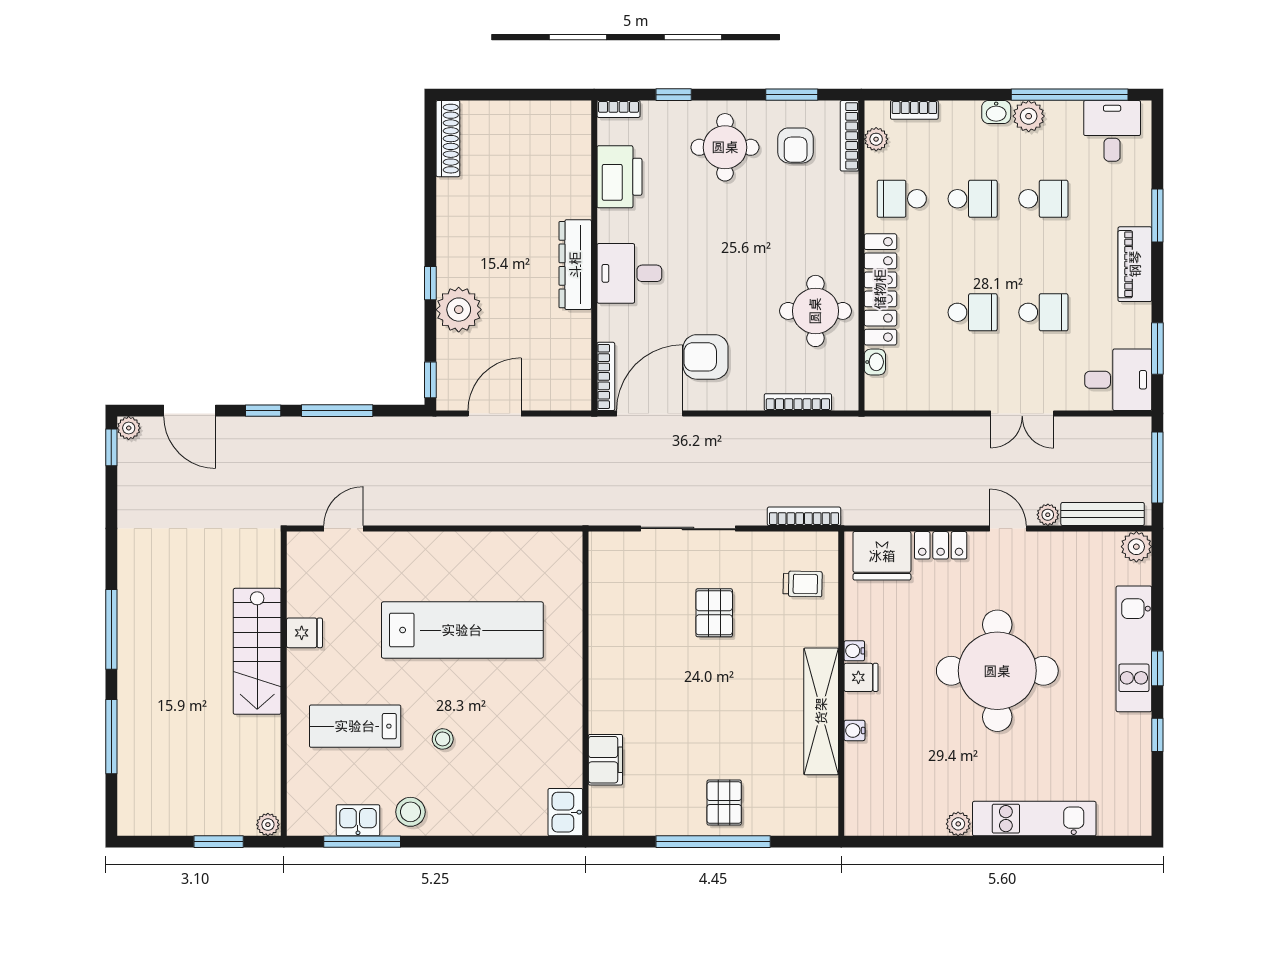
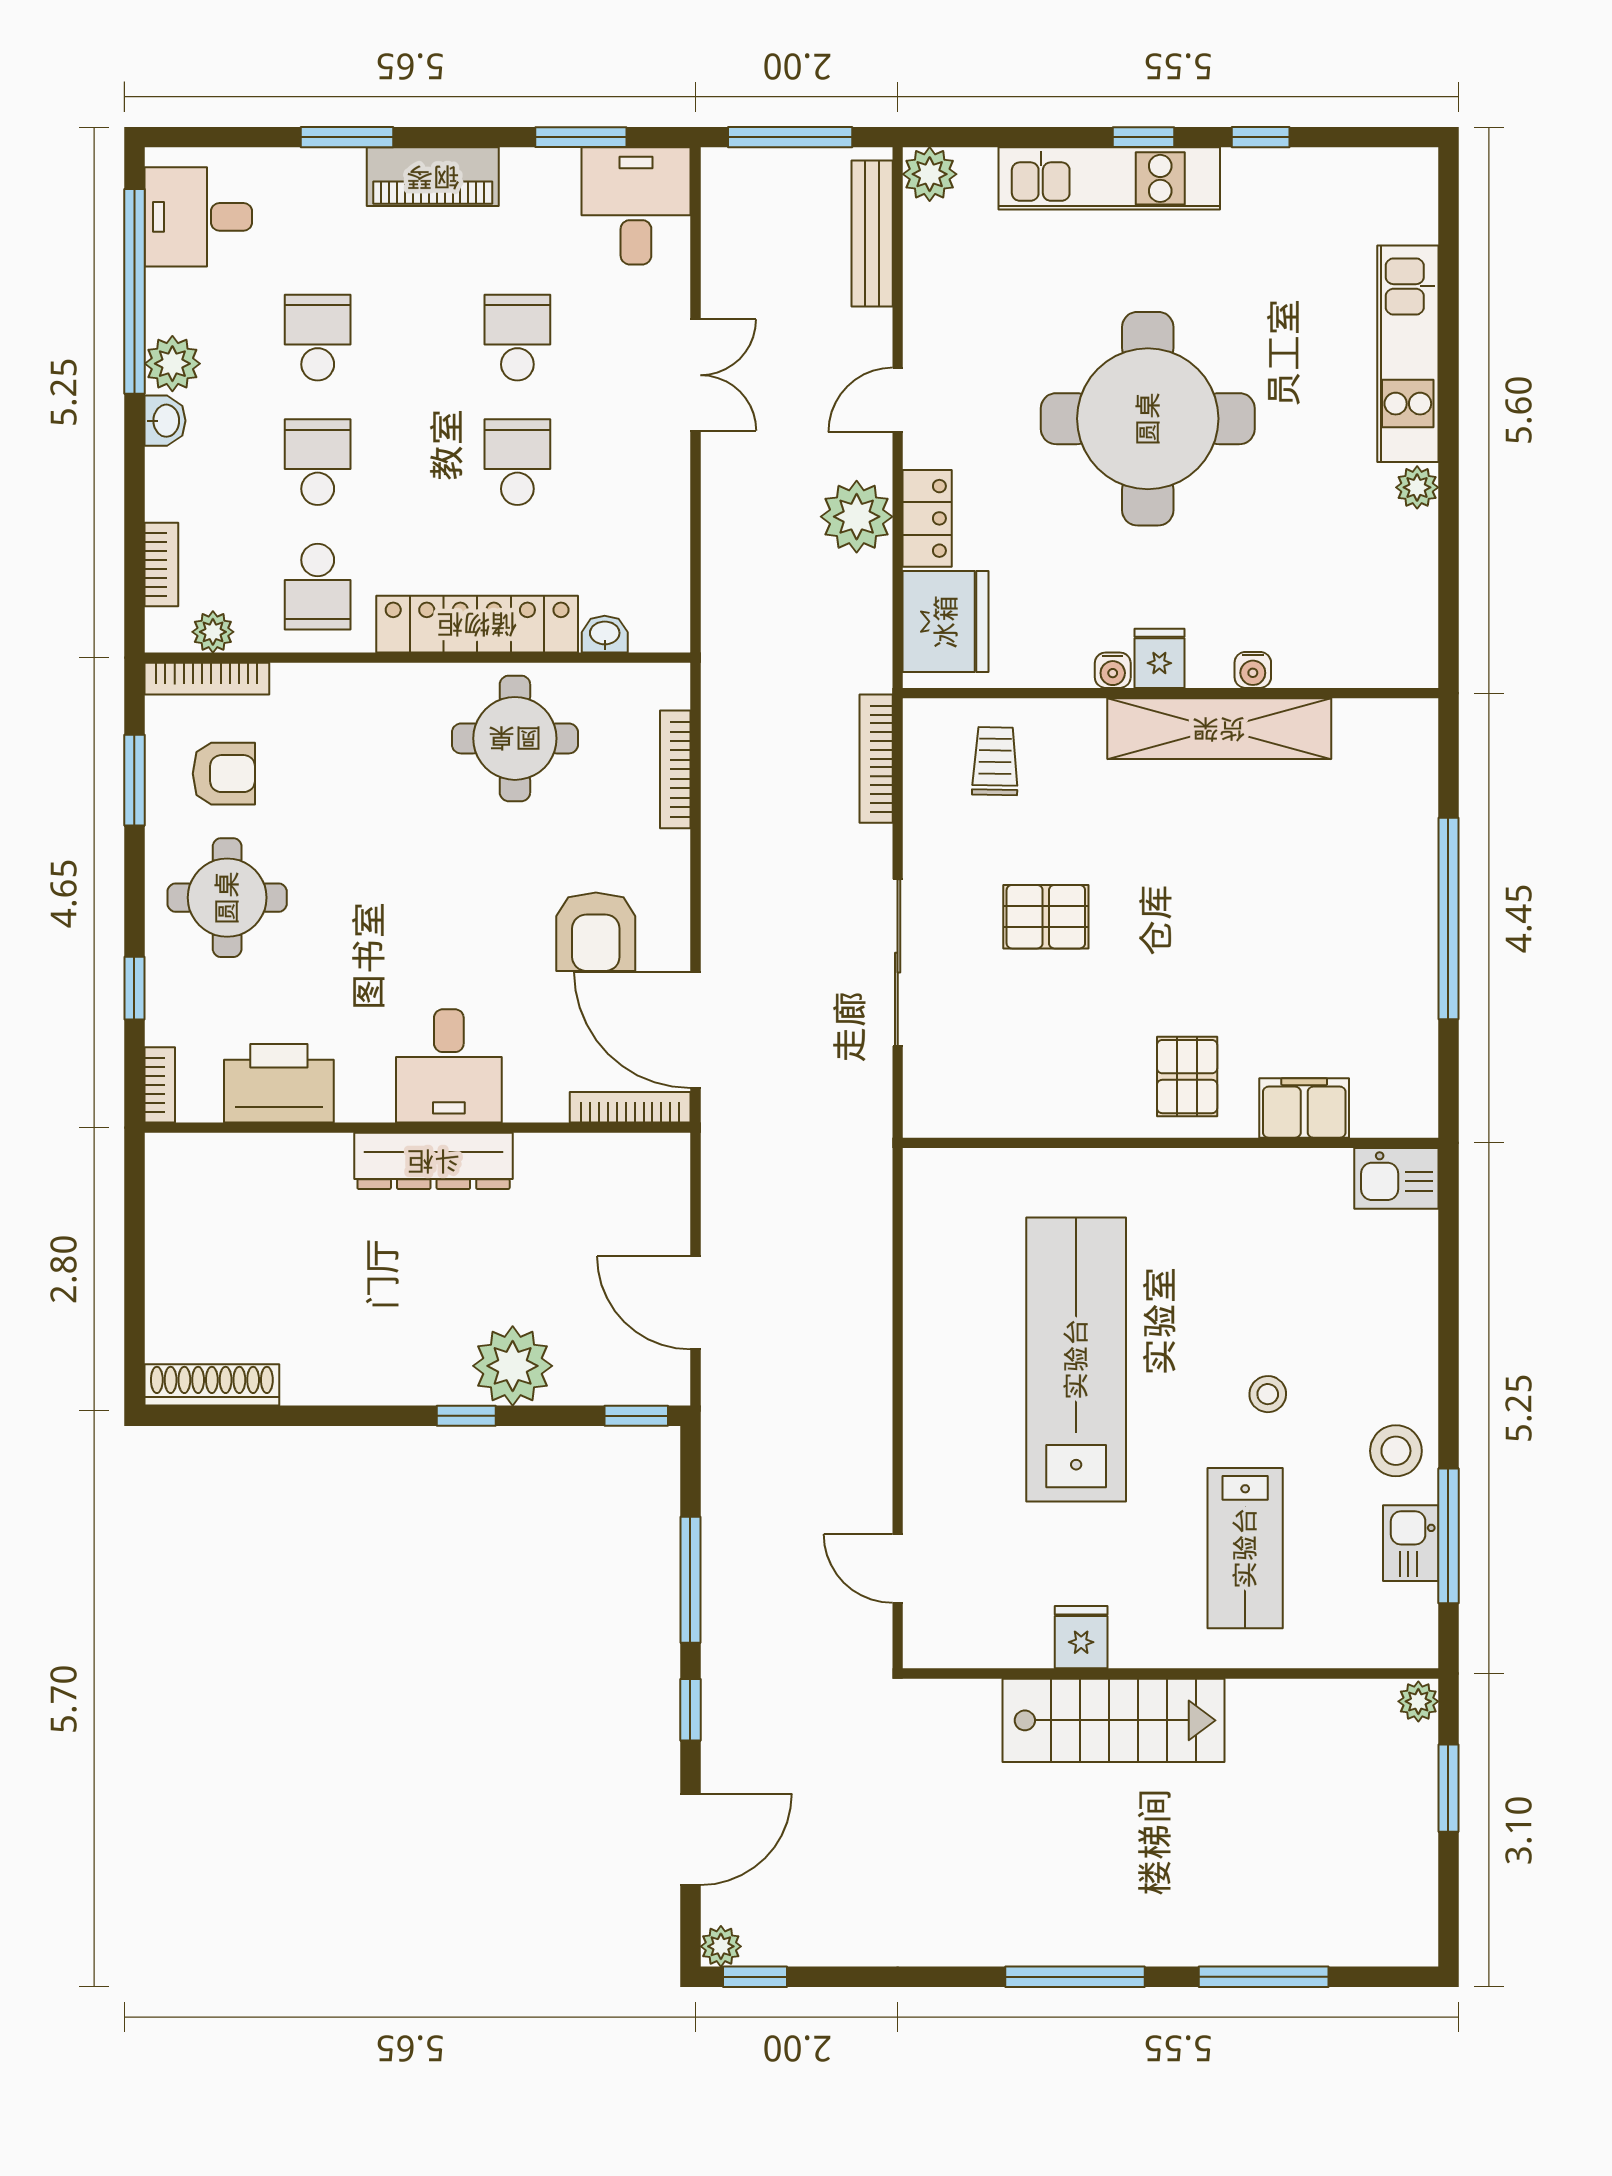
plant: (1048, 515) -> (857, 517), moved, width x1.88, depth x1.88
pallet: (724, 803) -> (1187, 1077), moved, turned 90

